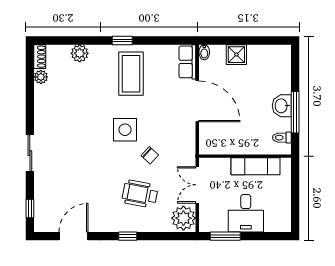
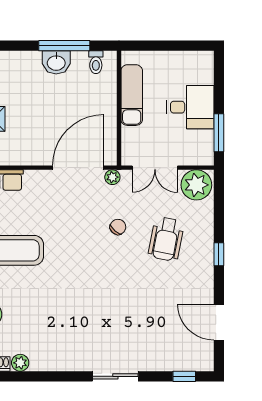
door: (197, 101) -> (78, 168), moved
side table: (125, 130) -> (86, 258), removed
plant: (190, 151) -> (112, 177), added

